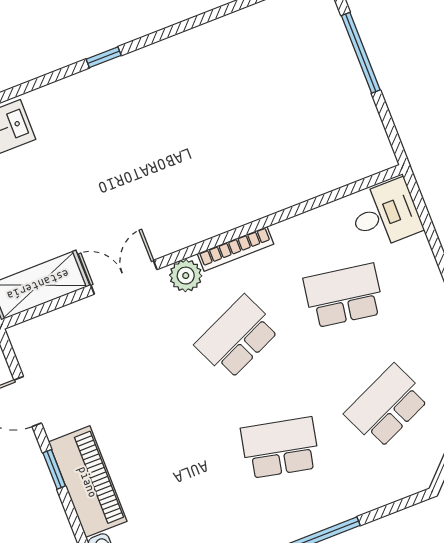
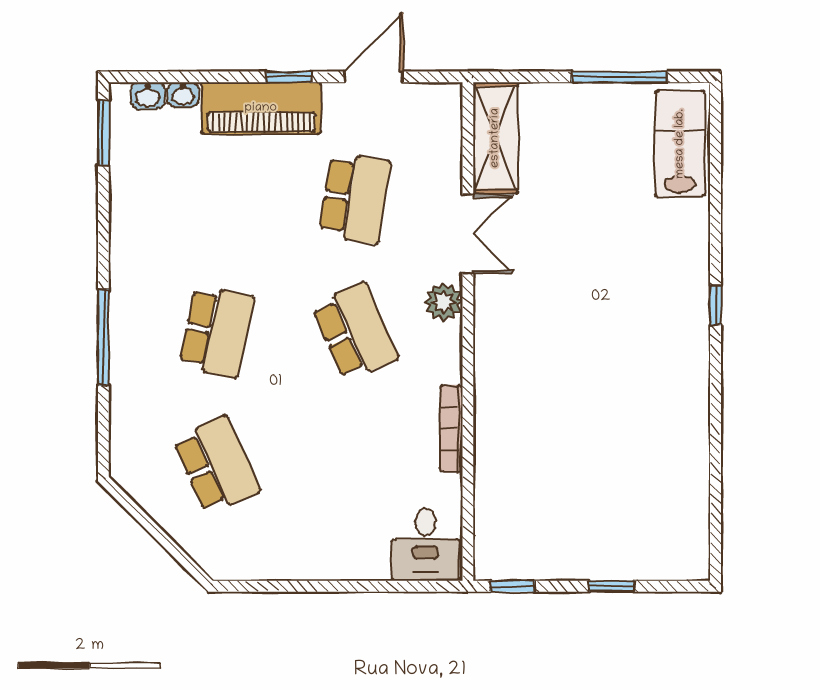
window: (361, 53) -> (611, 586), width x0.46
window: (391, 132) -> (513, 586), added
bookcase: (236, 249) -> (451, 428), moved
school desk: (344, 296) -> (355, 198), moved

